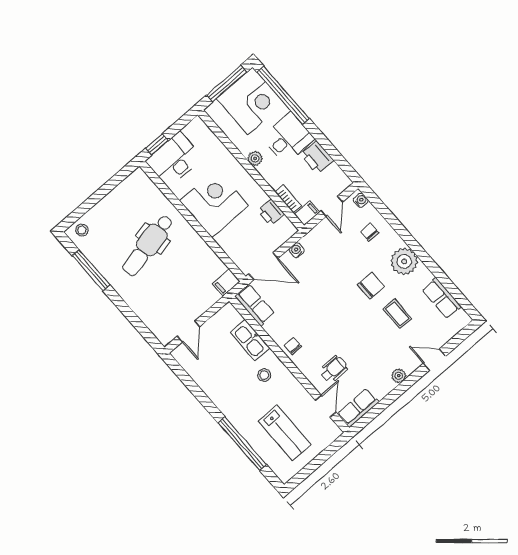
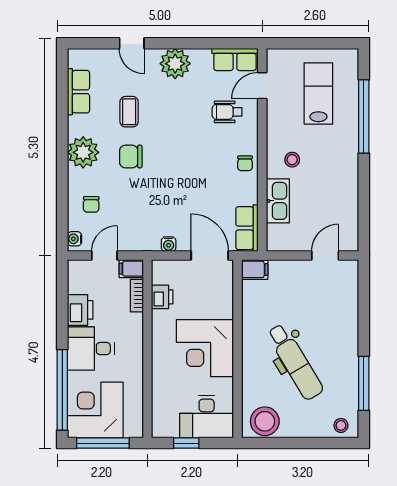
window: (157, 145) -> (186, 443), moved
plant: (255, 158) -> (135, 356), removed
stool: (134, 190) -> (265, 421), added
dental chair: (148, 245) -> (295, 362), turned 71
plant: (399, 376) -> (175, 64), width x1.88, depth x1.88

